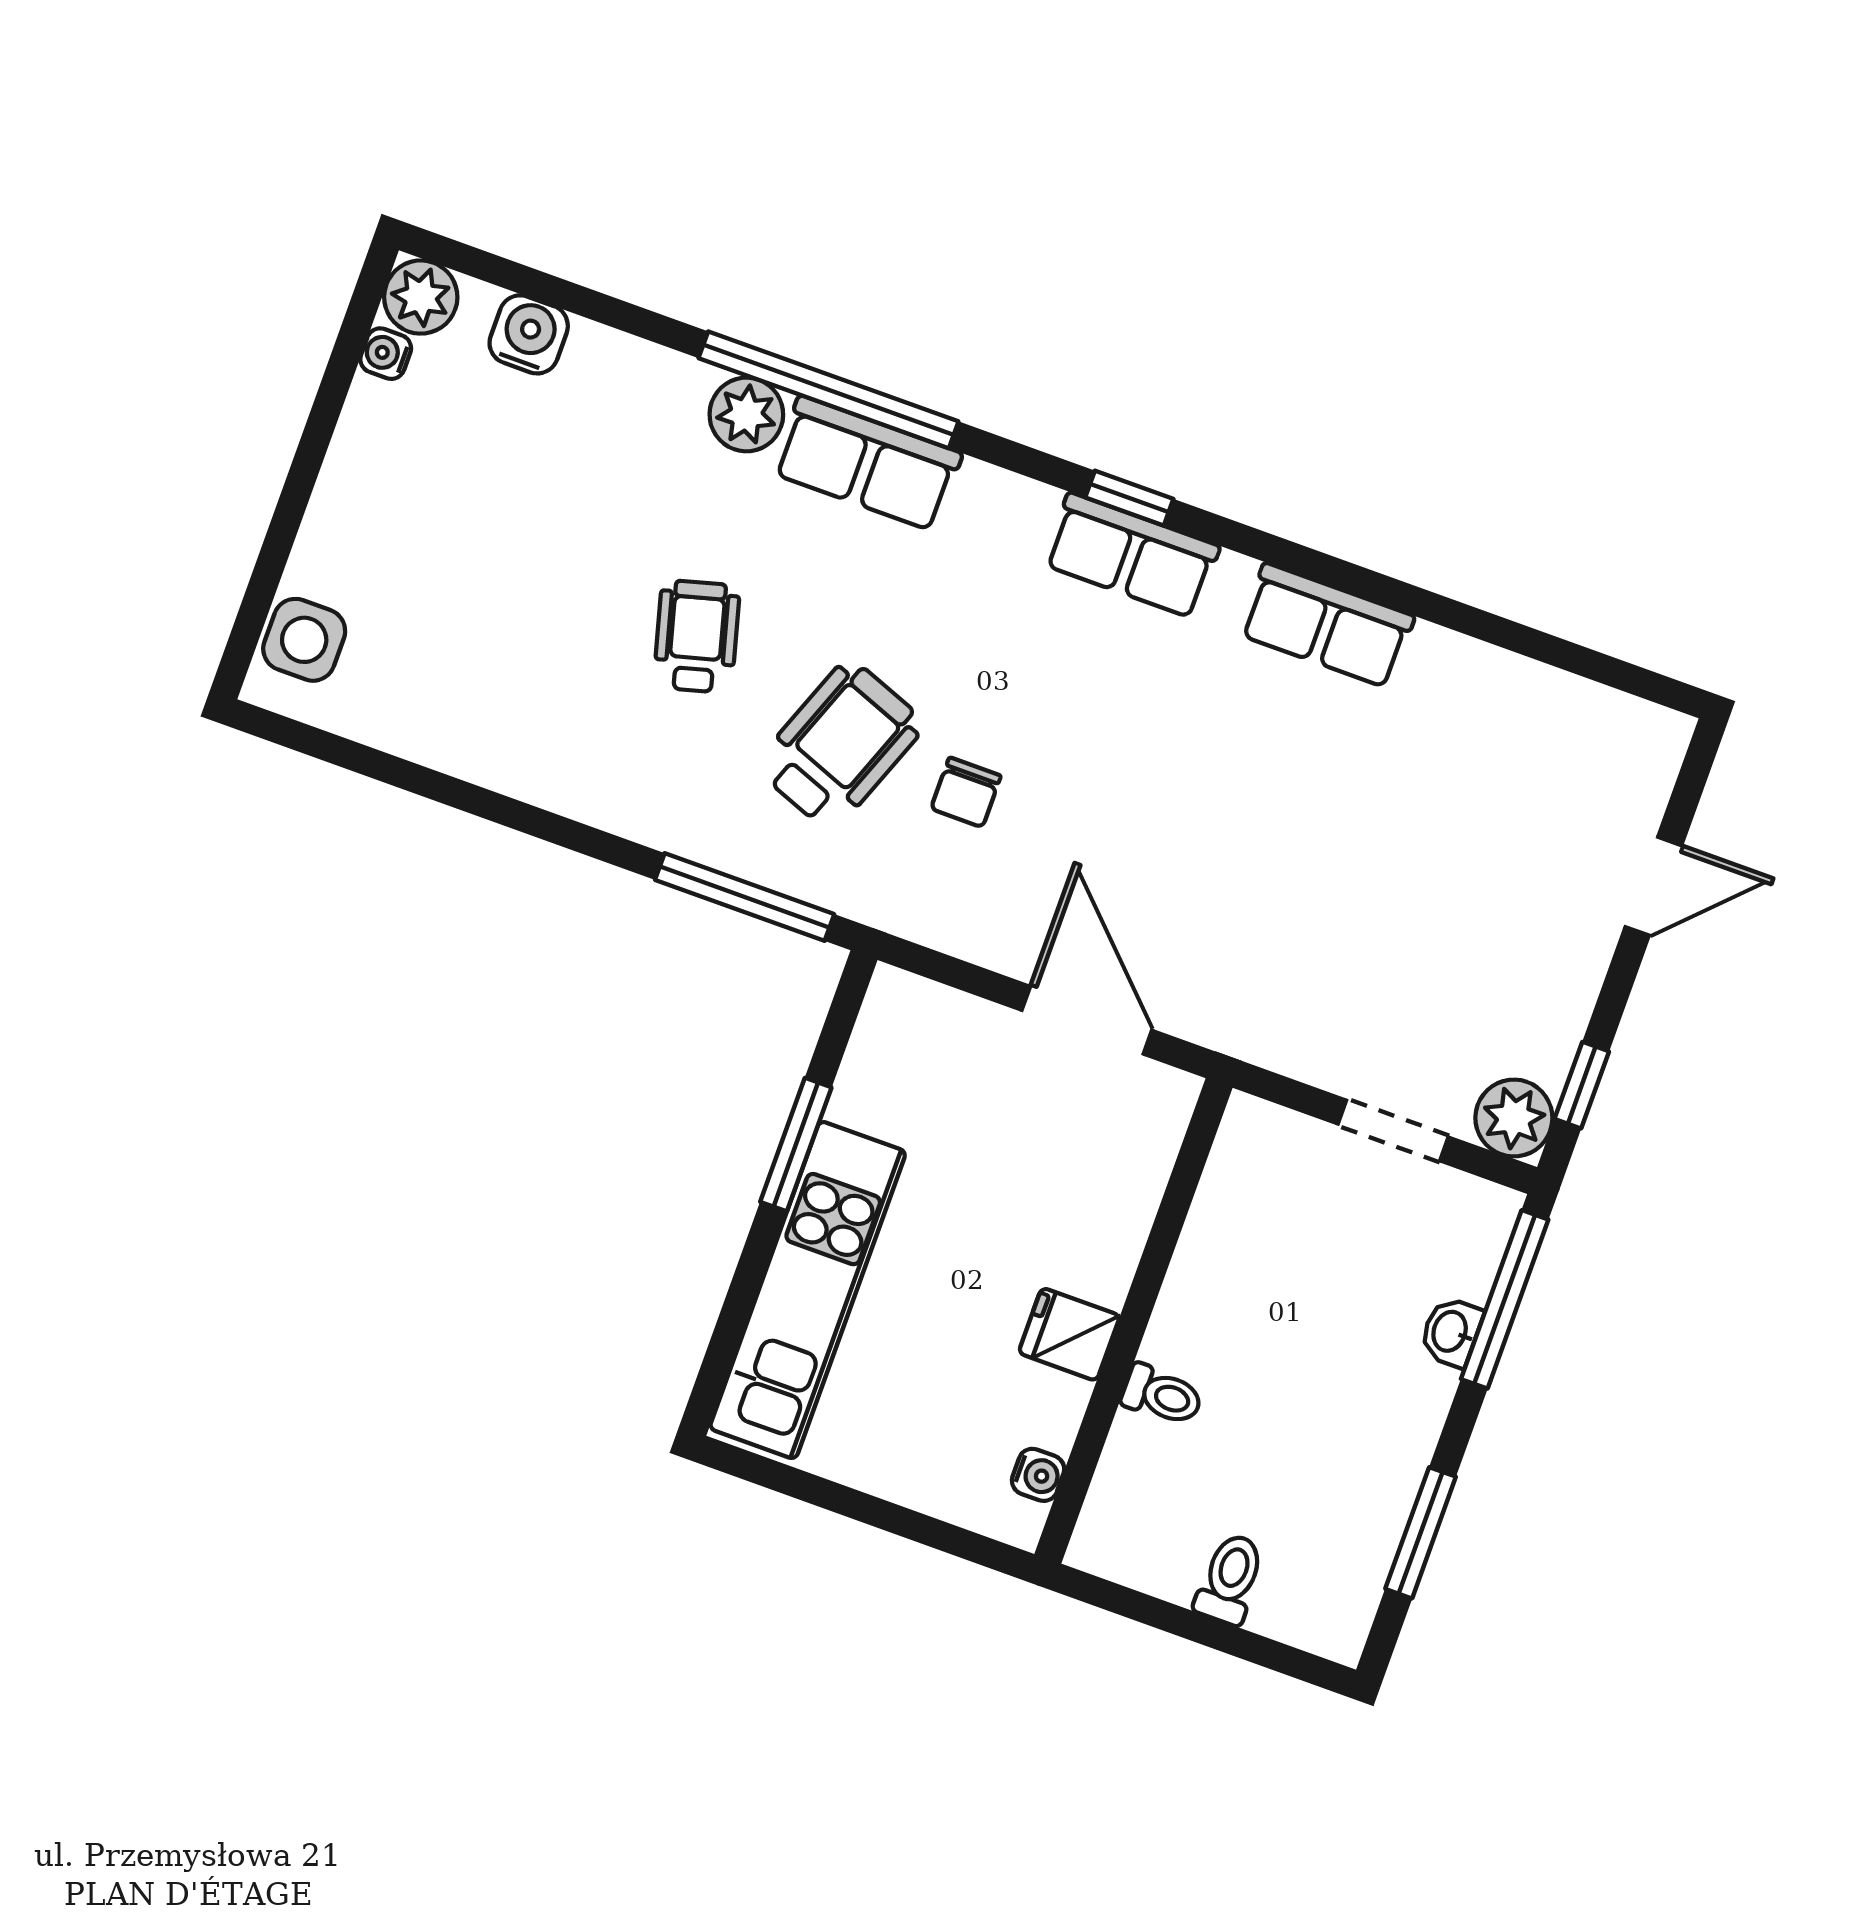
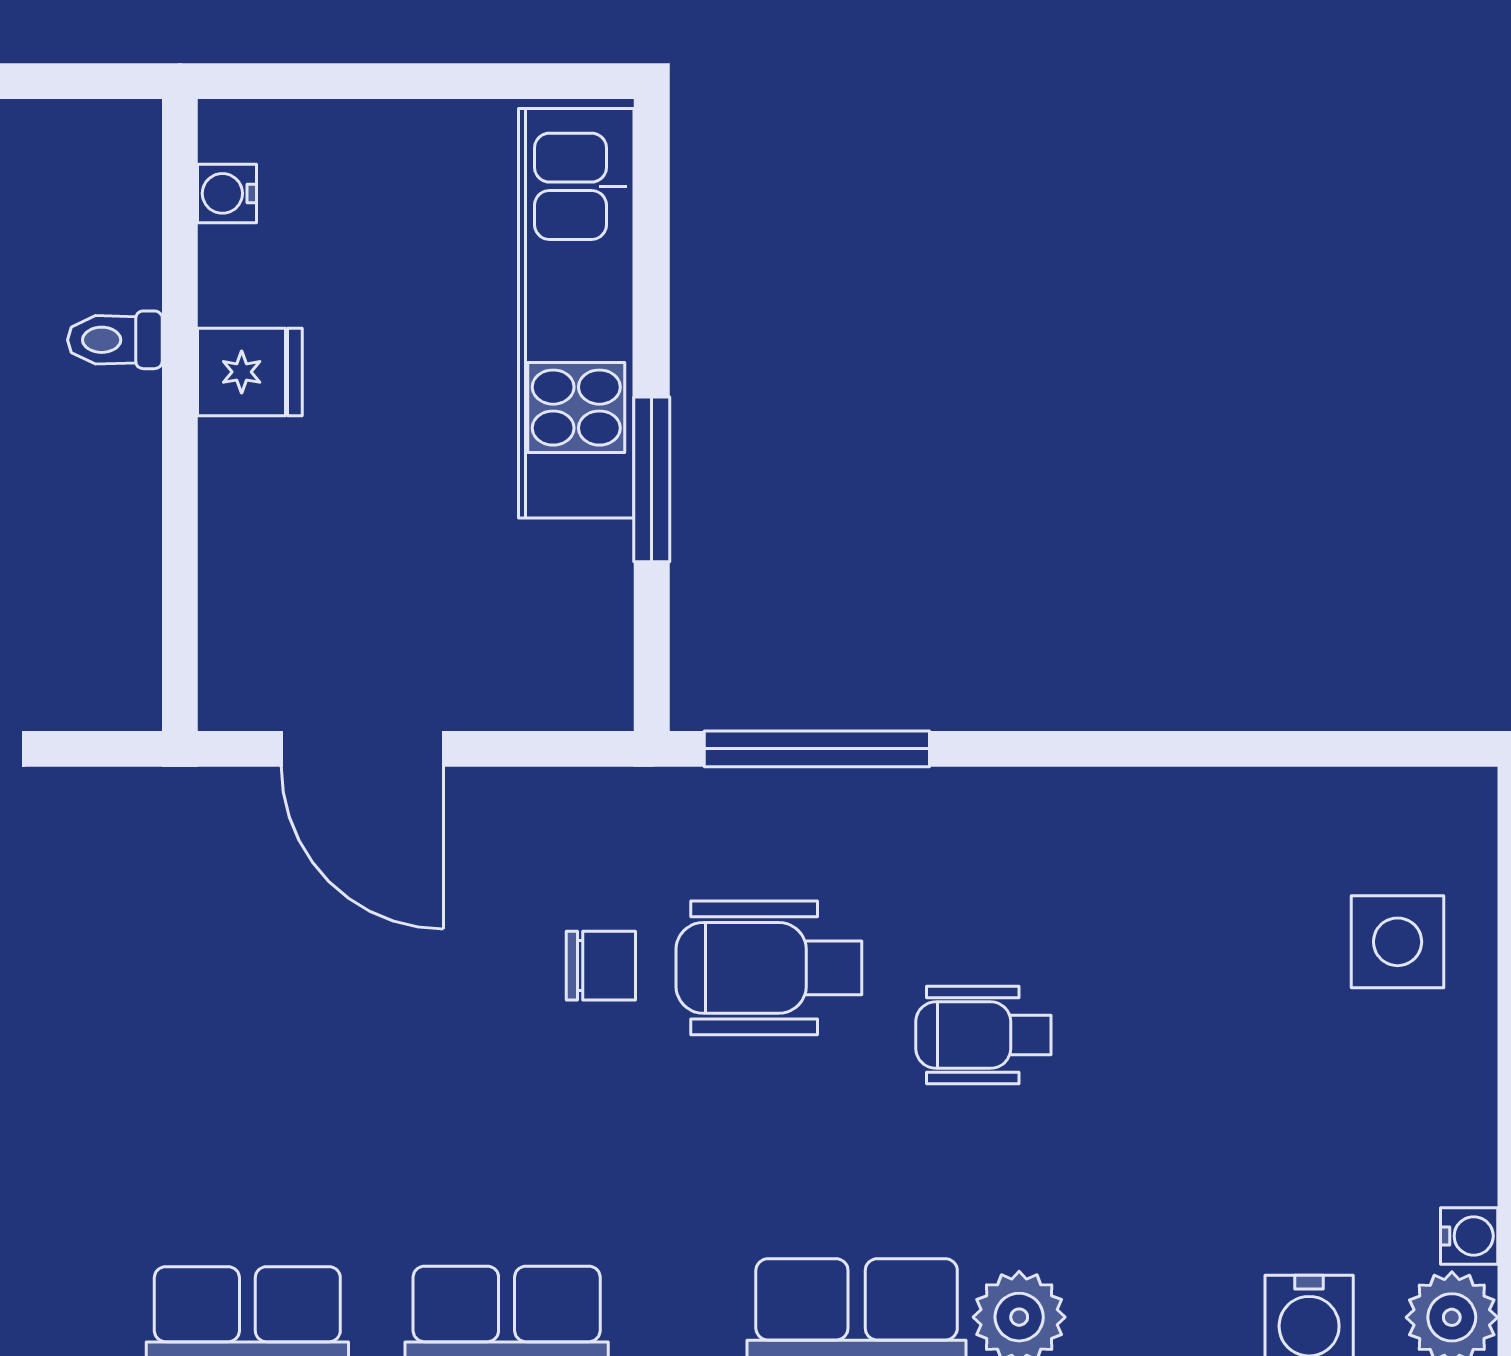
wheelchair: (697, 636) -> (984, 1035), turned 105
side table: (304, 640) -> (1398, 942), moved
wheelchair: (840, 745) -> (769, 968), turned 69
chair: (966, 792) -> (601, 966), turned 90

